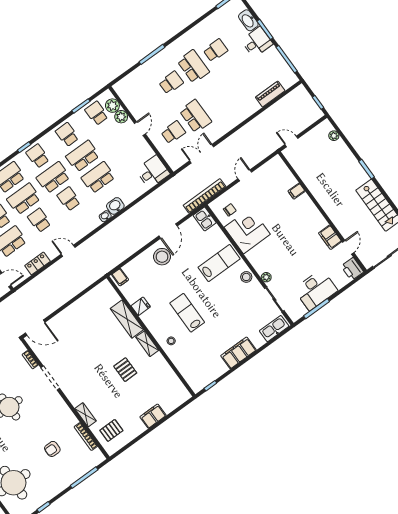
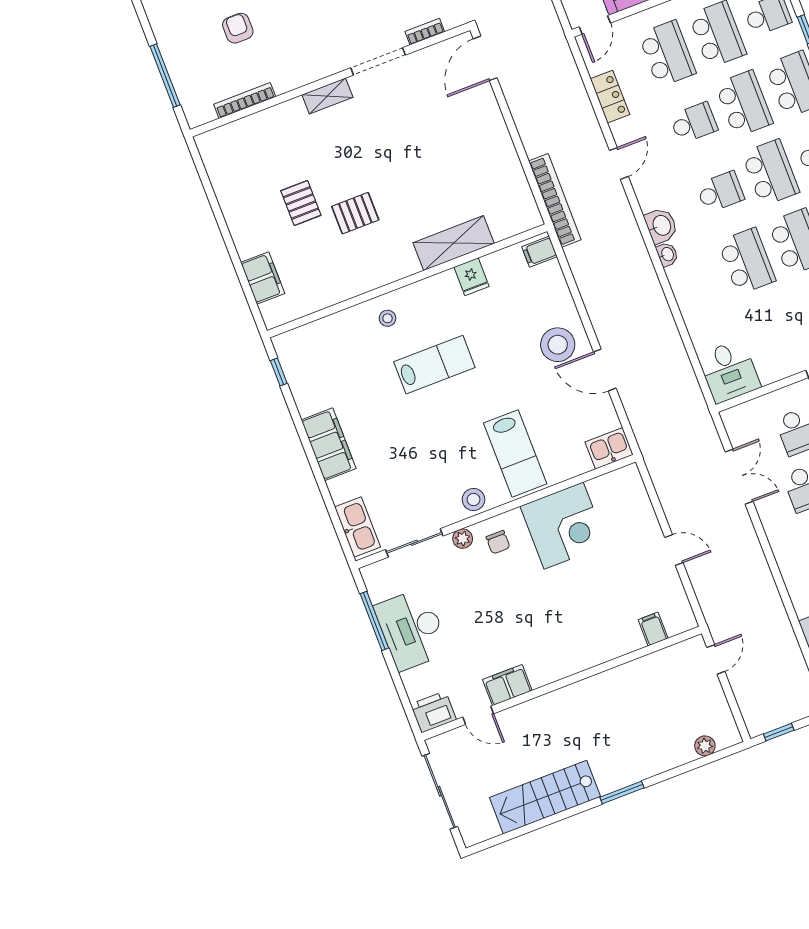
filing cabinet: (297, 191) -> (653, 629), moved
bookcase: (205, 196) -> (555, 200), moved
washbasin: (115, 206) -> (661, 226), moved
chair: (230, 210) -> (498, 542), moved
shelving: (147, 344) -> (395, 270), removed
shelving: (86, 415) -> (327, 96), moved
filing cabinet: (153, 416) -> (263, 278), moved
pallet: (111, 430) -> (301, 203), moved

